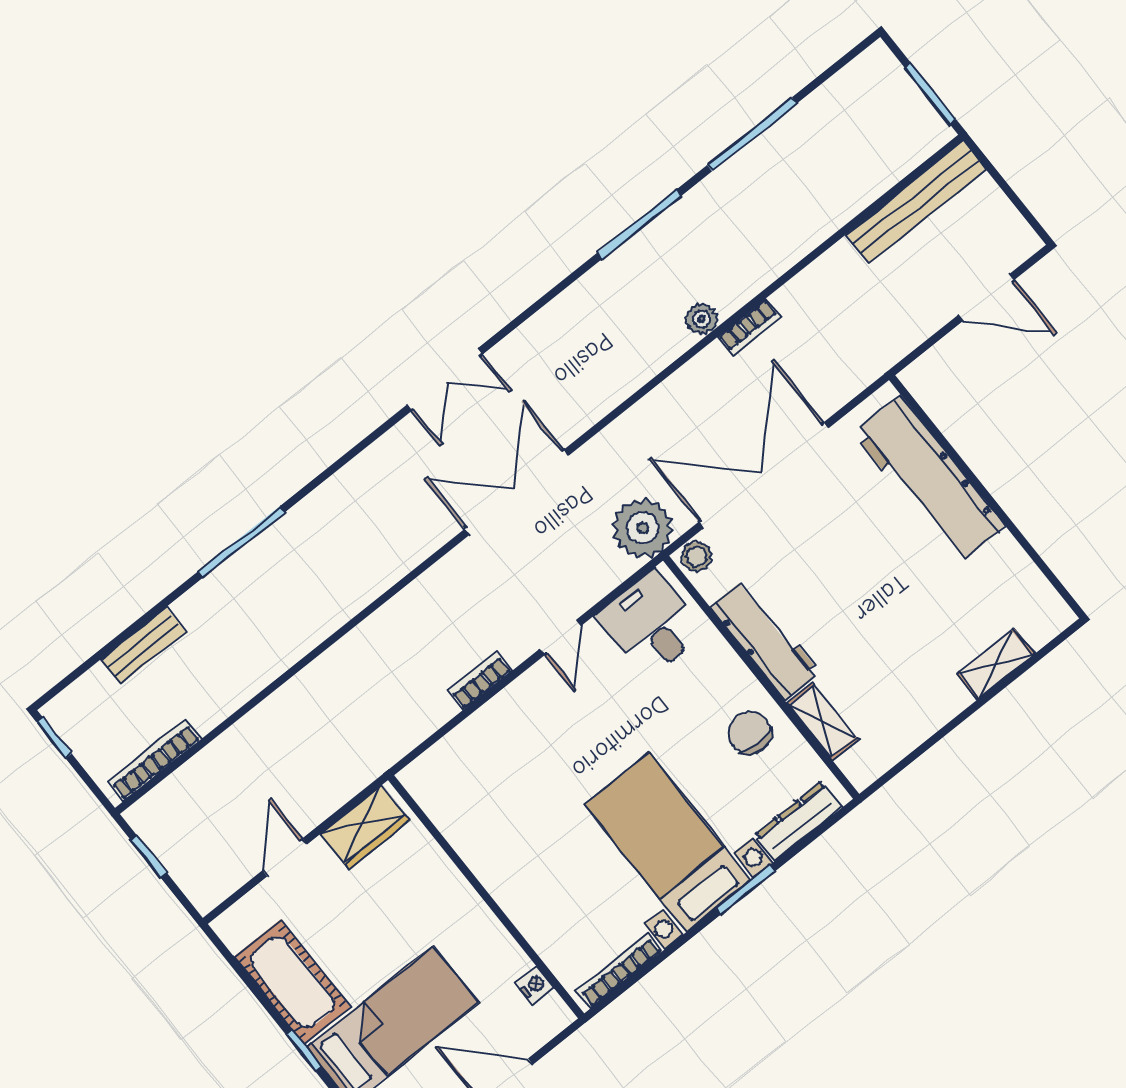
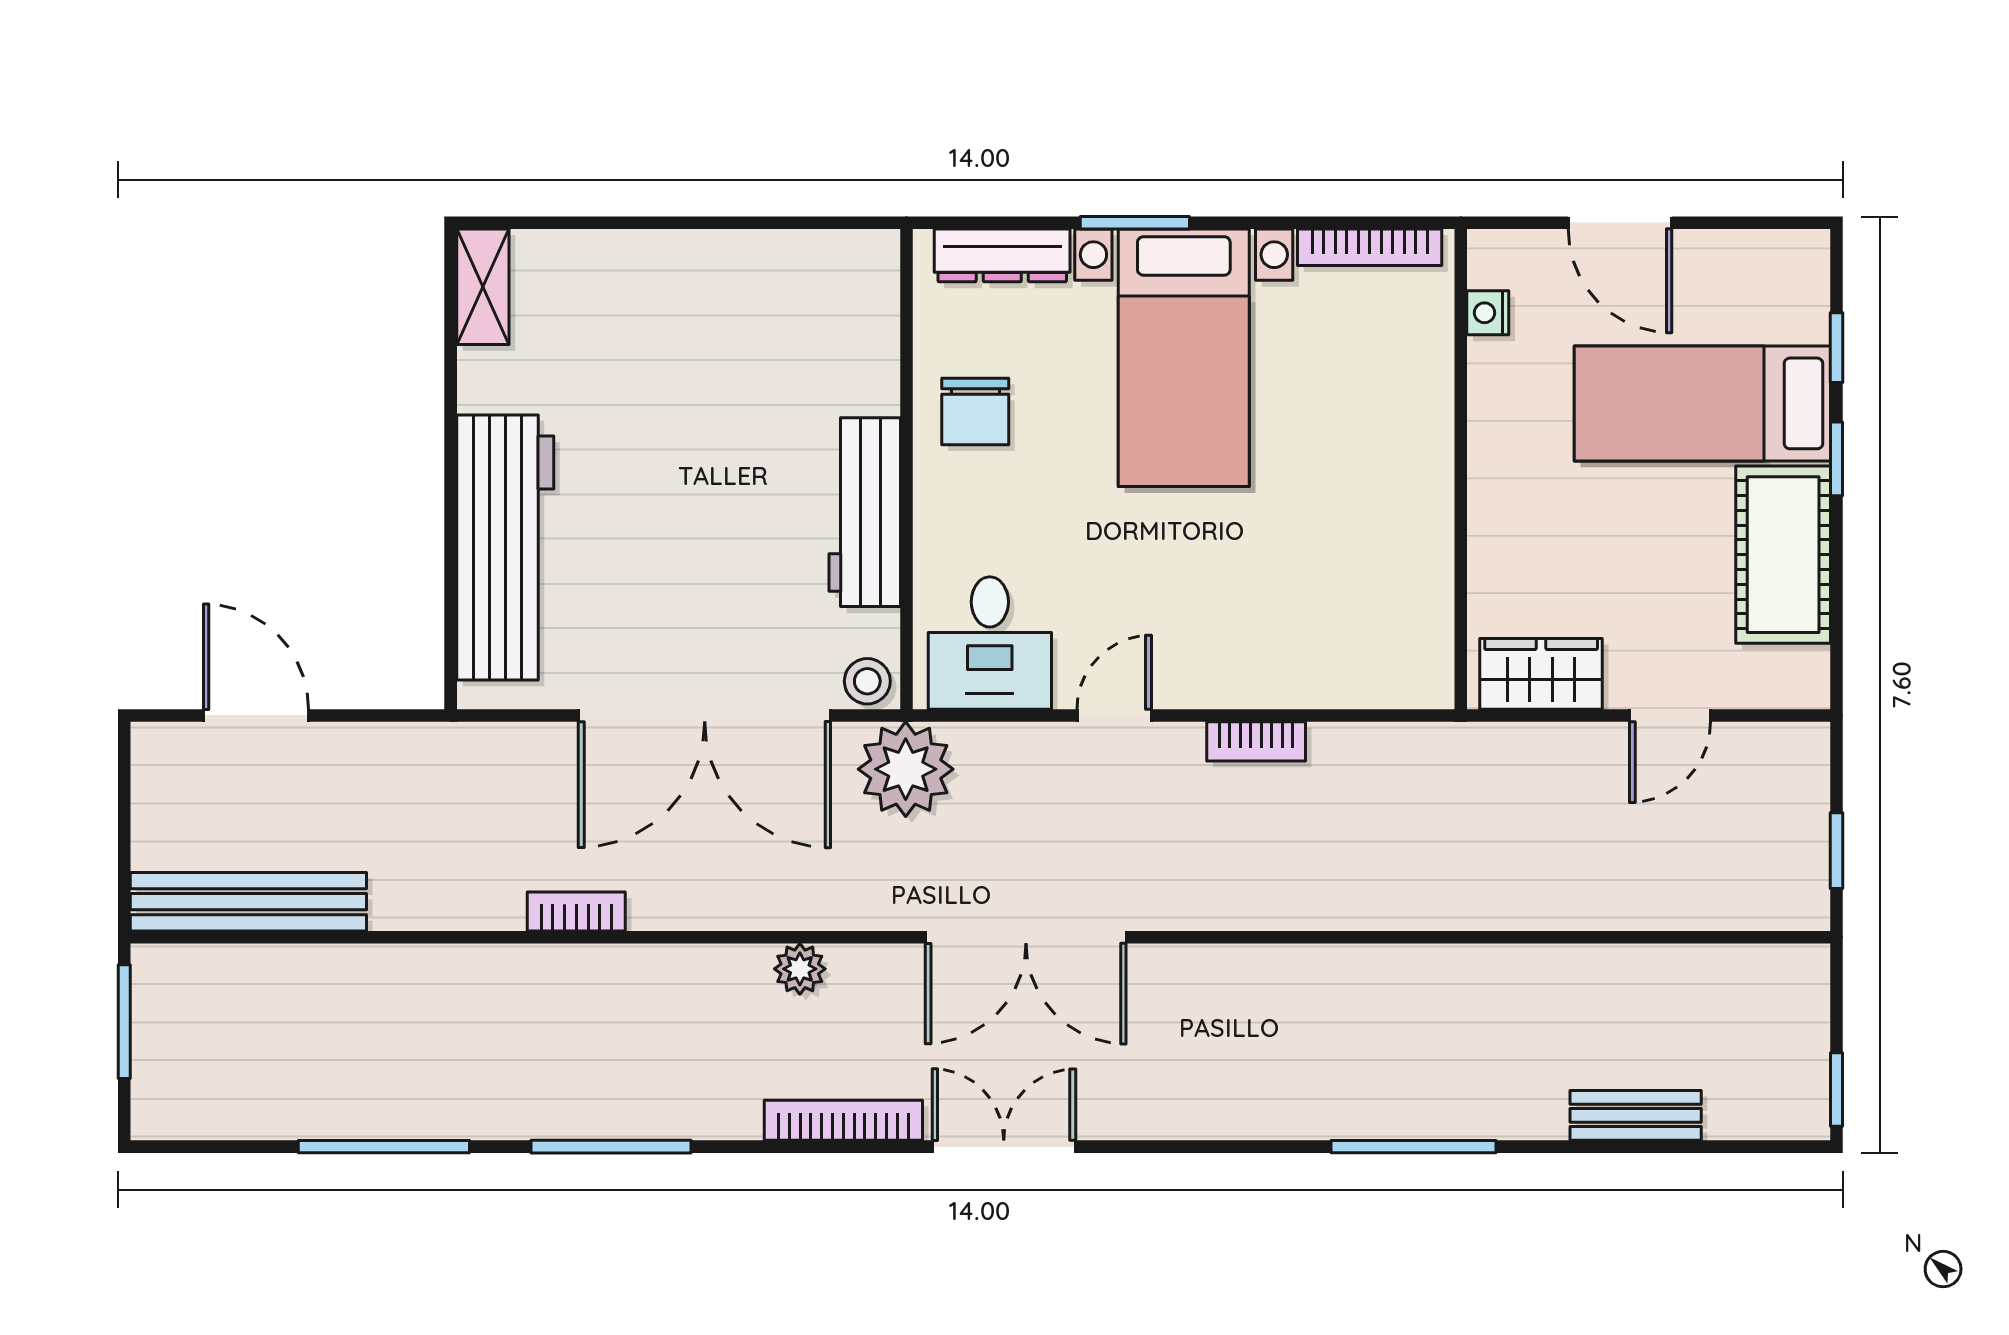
plant: (701, 319) -> (800, 969), moved
shelving: (995, 664) -> (483, 287), moved, turned 90
shelving: (822, 721) -> (874, 355), removed
bookcase: (154, 760) -> (843, 1120), moved, turned 180

